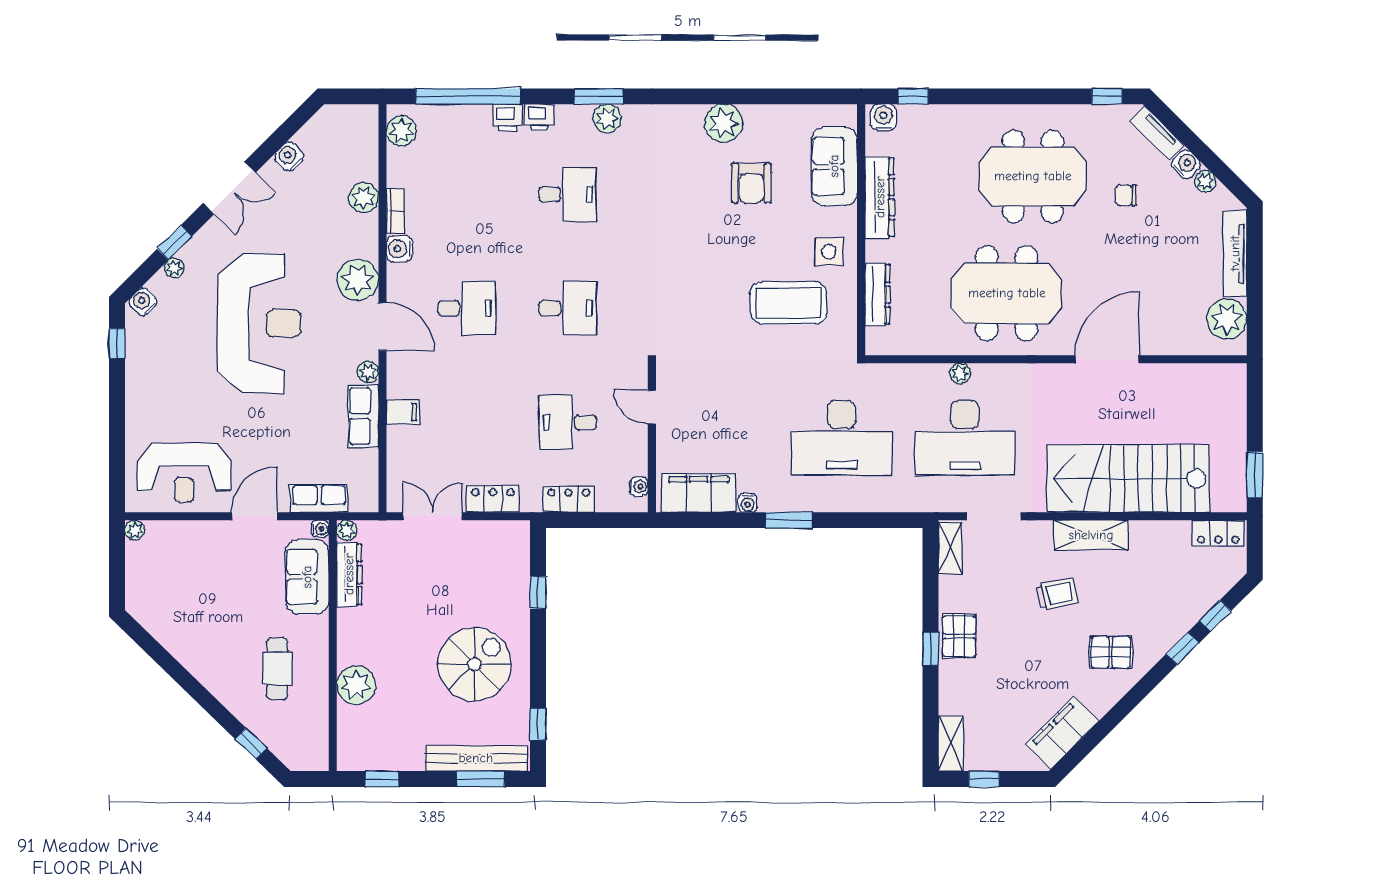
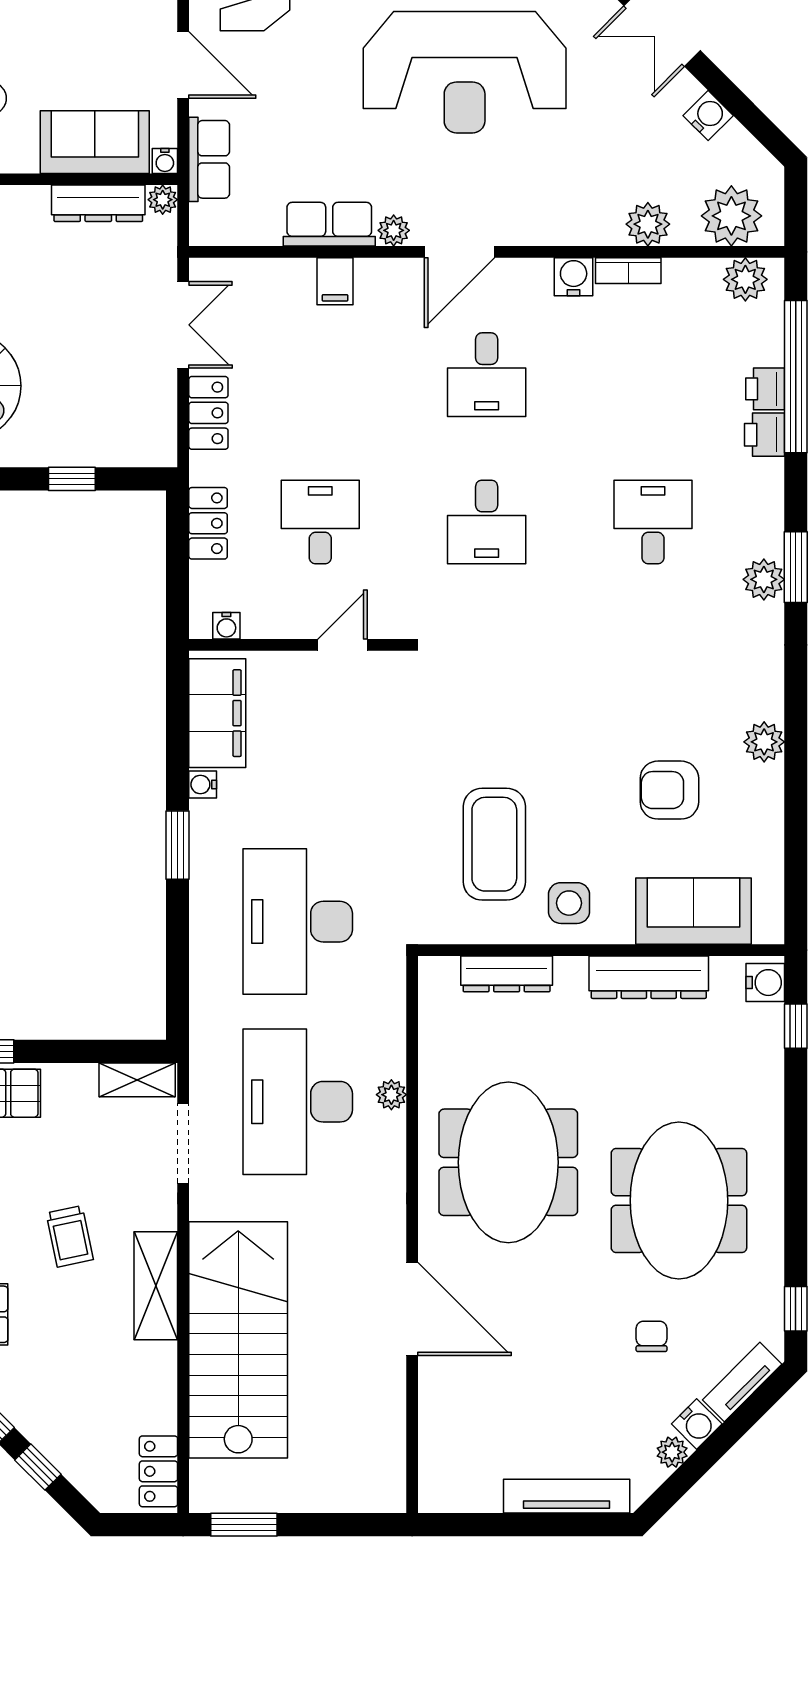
printer: (539, 117) -> (765, 389), moved
plant: (723, 123) -> (764, 742), width x0.73, depth x0.73
desk: (568, 194) -> (653, 522), turned 180
plant: (358, 280) -> (731, 216), moved
plant: (1227, 319) -> (471, 1484), removed

